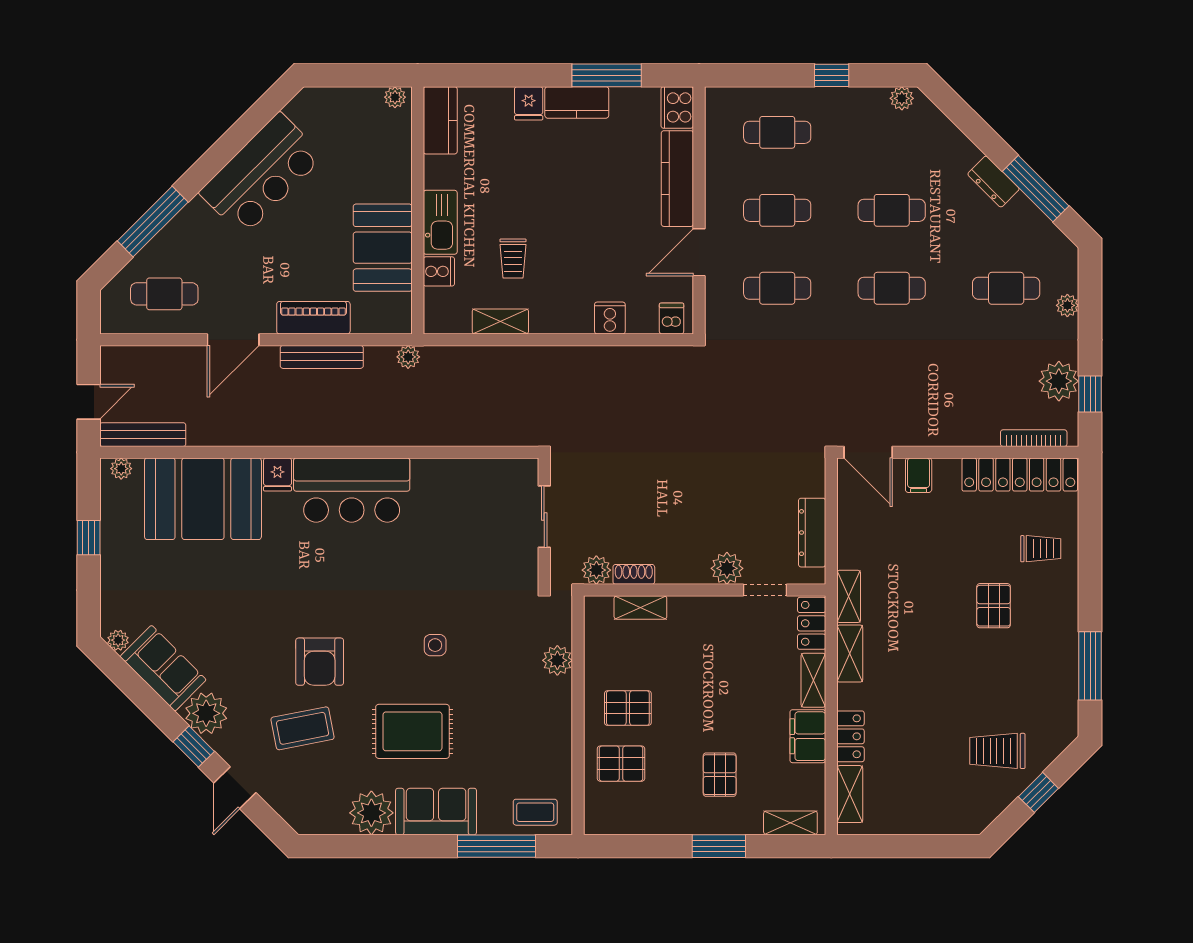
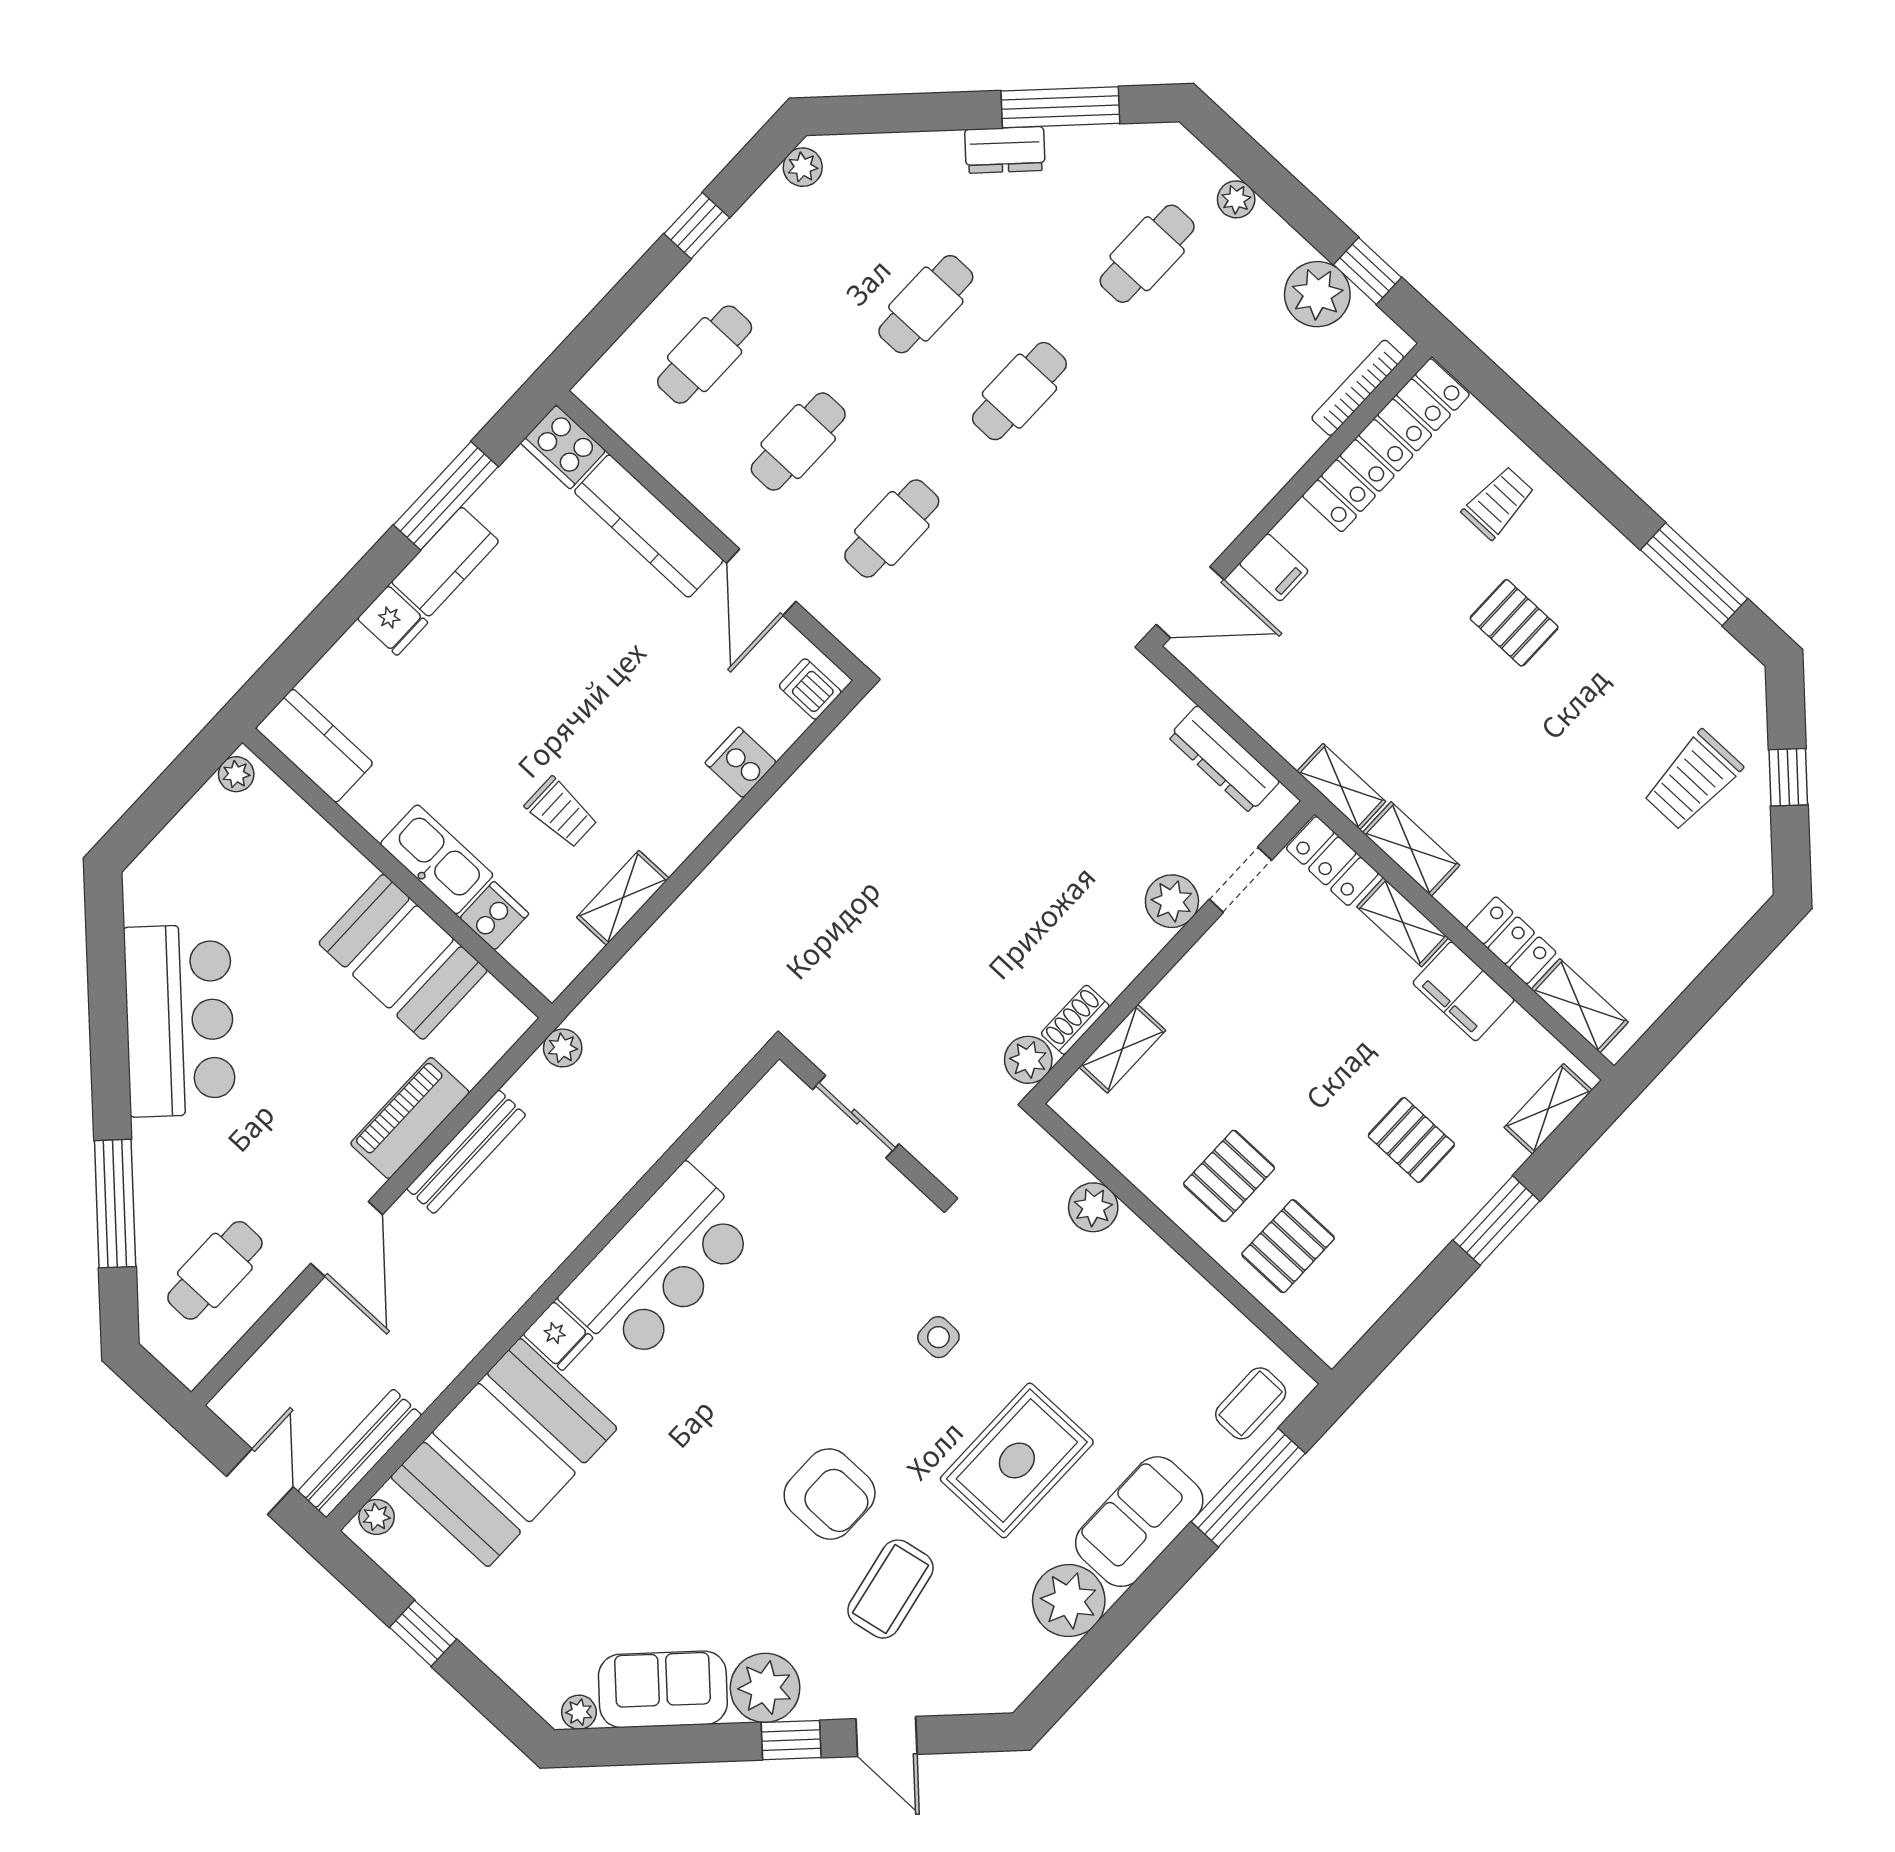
sliding door: (544, 517) -> (856, 1117), moved
wall: (544, 521) -> (861, 1122), moved

